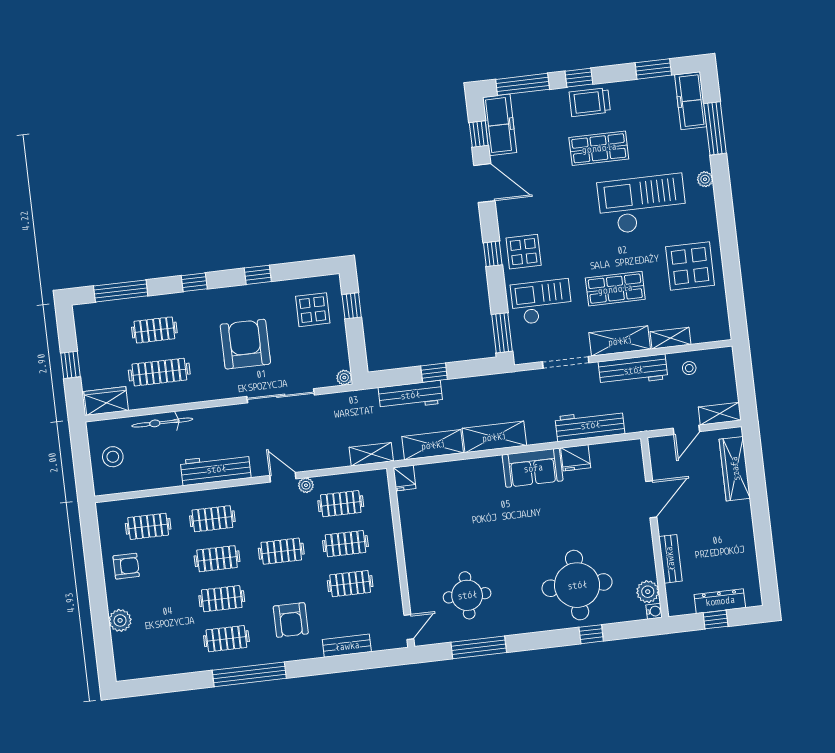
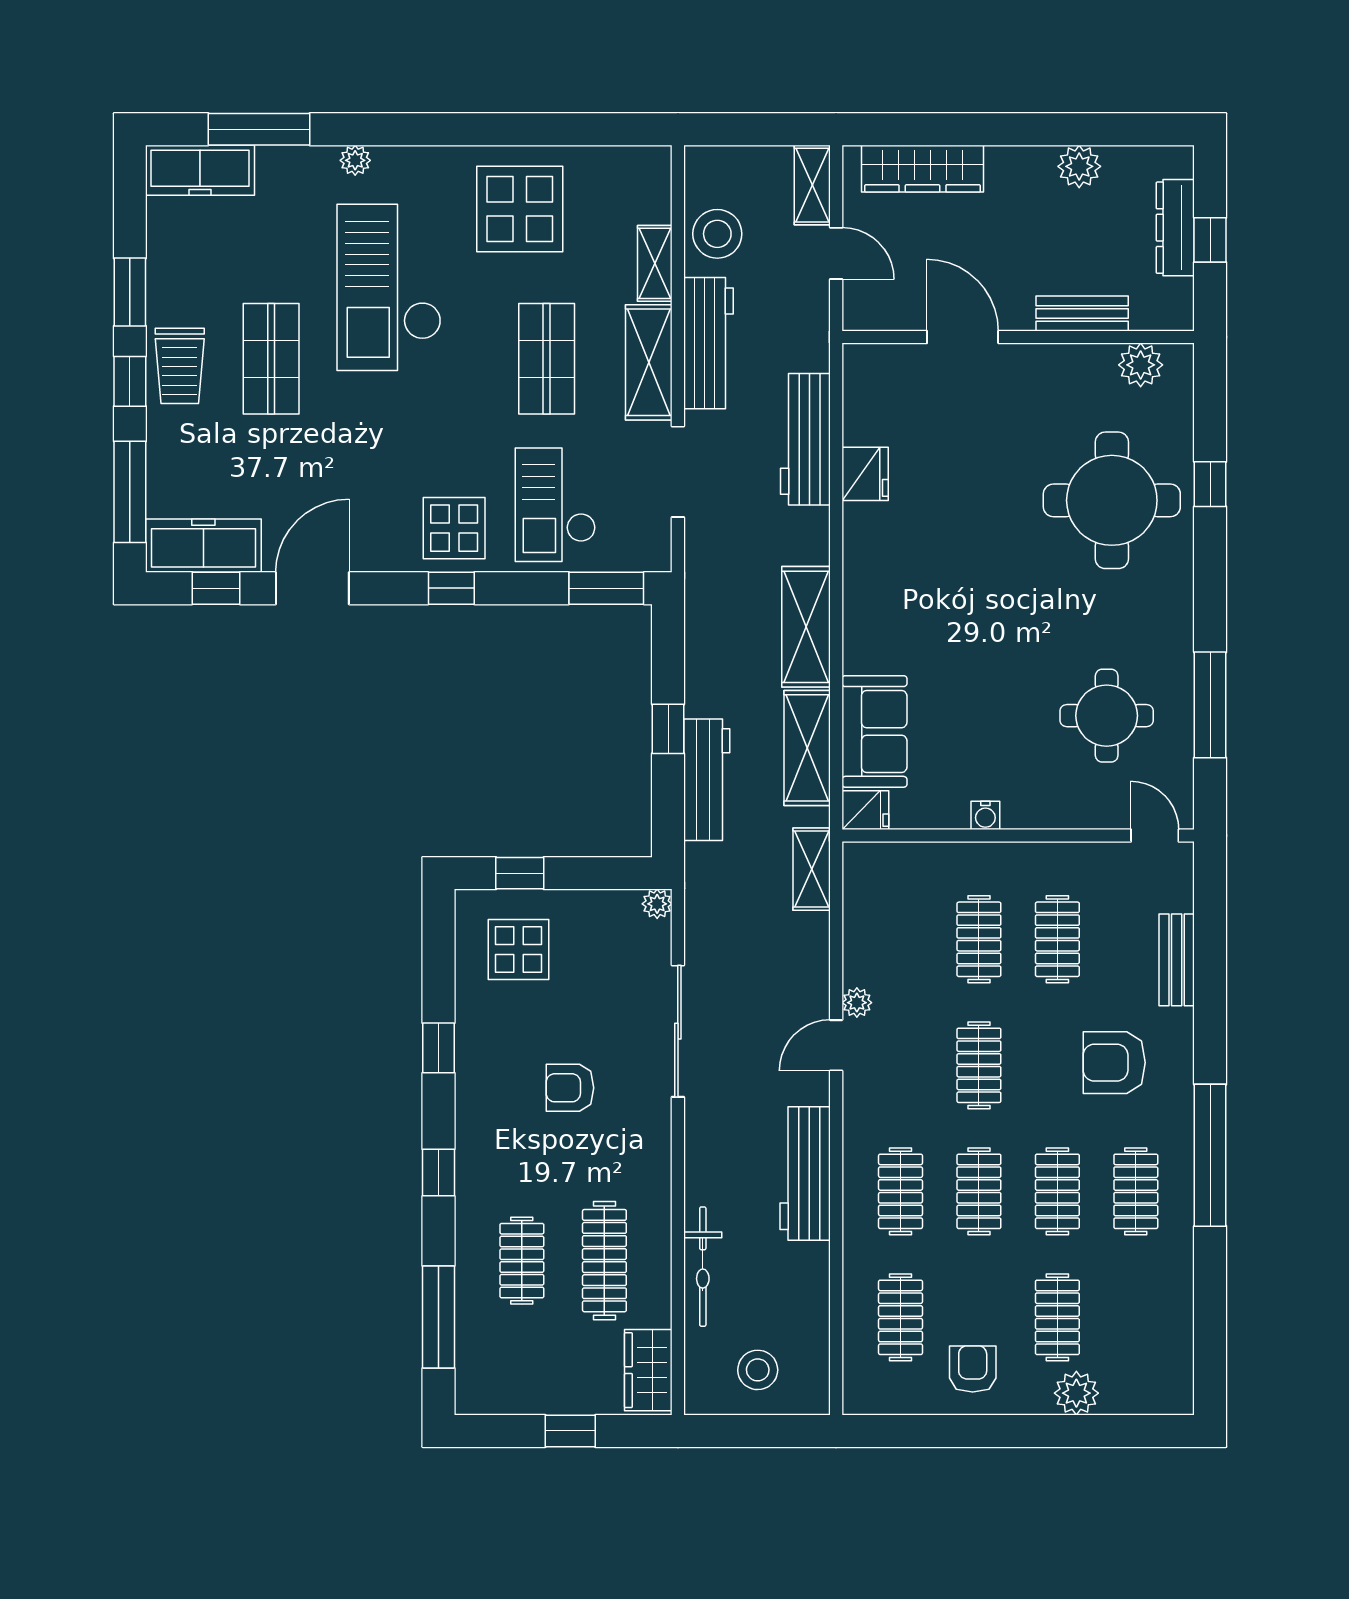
window: (653, 69) -> (130, 292), moved
armchair: (245, 344) -> (570, 1088), width x0.53, depth x0.53
stool: (689, 368) -> (717, 234), width x1.89, depth x1.89
sofa: (533, 468) -> (874, 731), moved
clothes rail: (341, 504) -> (1057, 1317), moved
plant: (745, 548) -> (1079, 166), added
water cooler: (654, 611) -> (985, 815), moved, turned 180
armchair: (291, 620) -> (1114, 1063), turned 180

